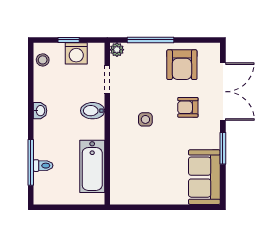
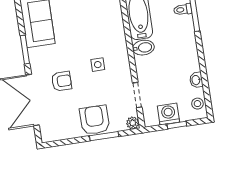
window: (151, 40) -> (104, 136), width x0.69
armchair: (182, 65) -> (95, 120), moved
washbasin: (40, 111) -> (196, 80), moved
bidet: (93, 111) -> (143, 48), moved

